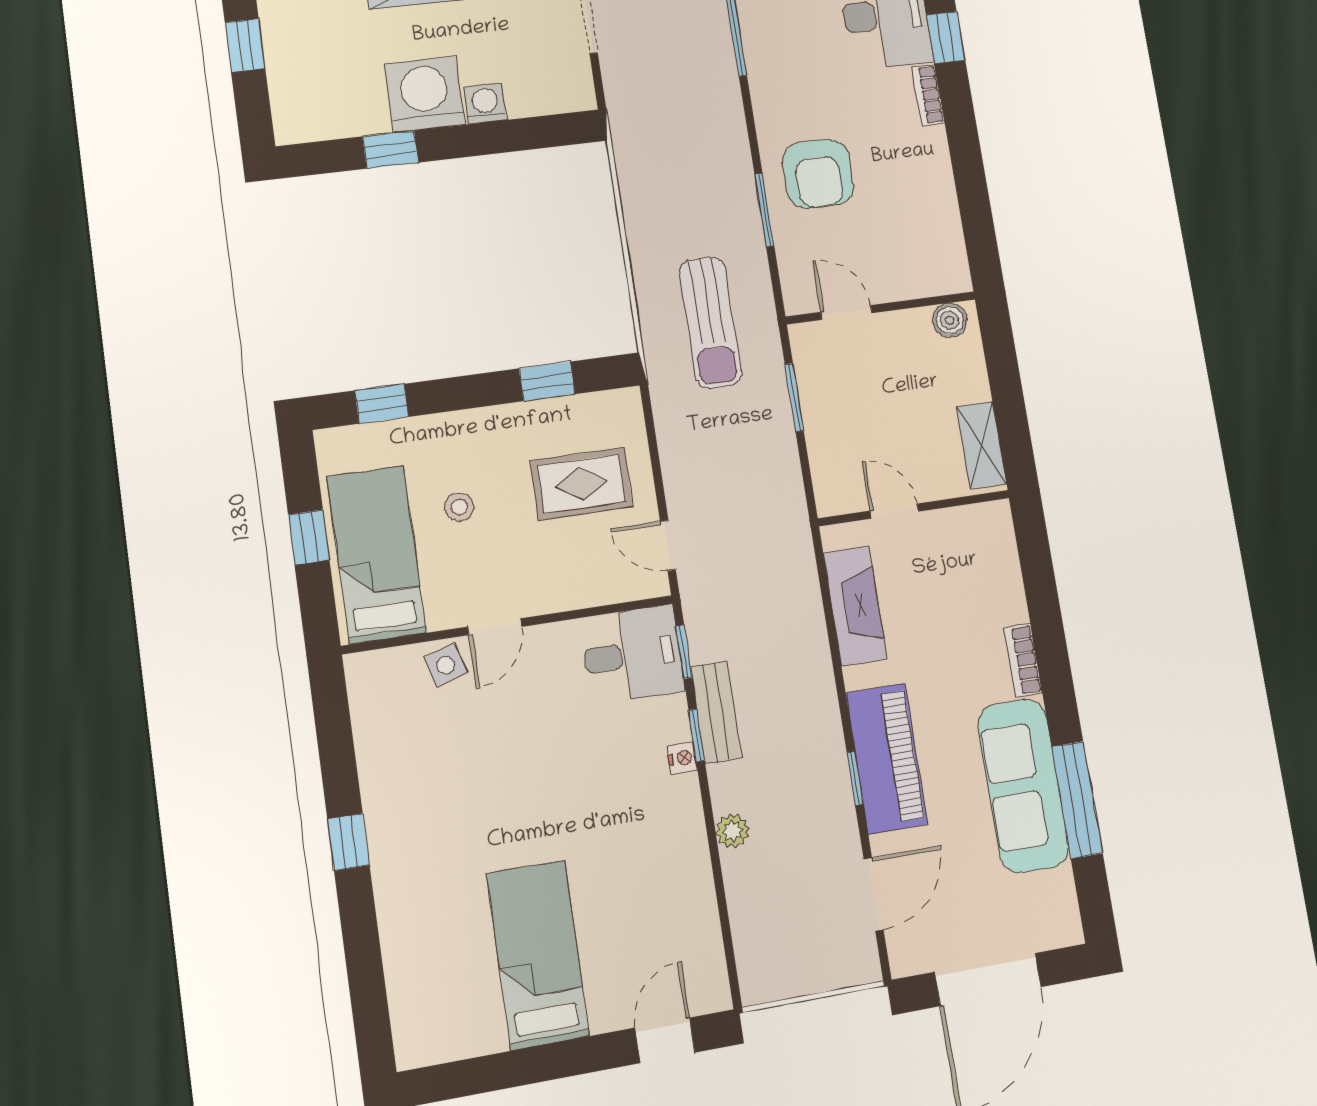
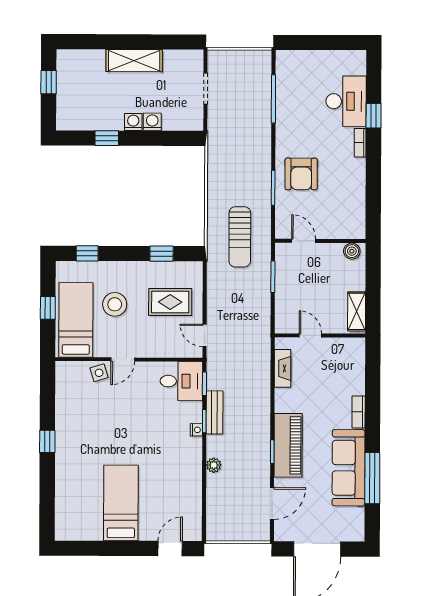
washing machine: (425, 94) -> (133, 122), width x0.53, depth x0.53
stool: (459, 507) -> (115, 304), width x1.89, depth x1.89
fireplace: (855, 606) -> (283, 368), width x0.73, depth x0.76

